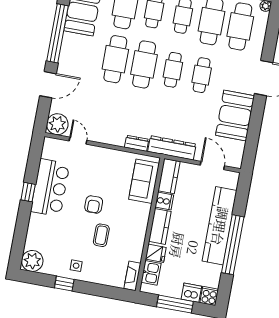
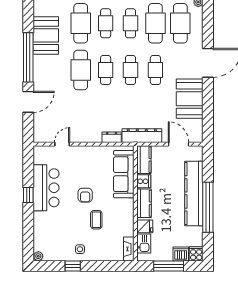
cafe table: (144, 64) -> (106, 70), width x0.73, depth x0.74
plant: (57, 124) -> (42, 134), removed
door: (78, 141) -> (62, 144), hinge flipped
sofa: (144, 181) -> (124, 174), width x1.36
plant: (32, 261) -> (38, 256), width x0.53, depth x0.53

